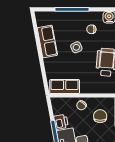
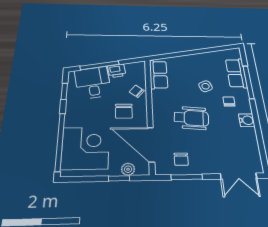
row of seats: (47, 41) -> (236, 73), moved, turned 100
chair: (100, 116) -> (124, 111), turned 90

